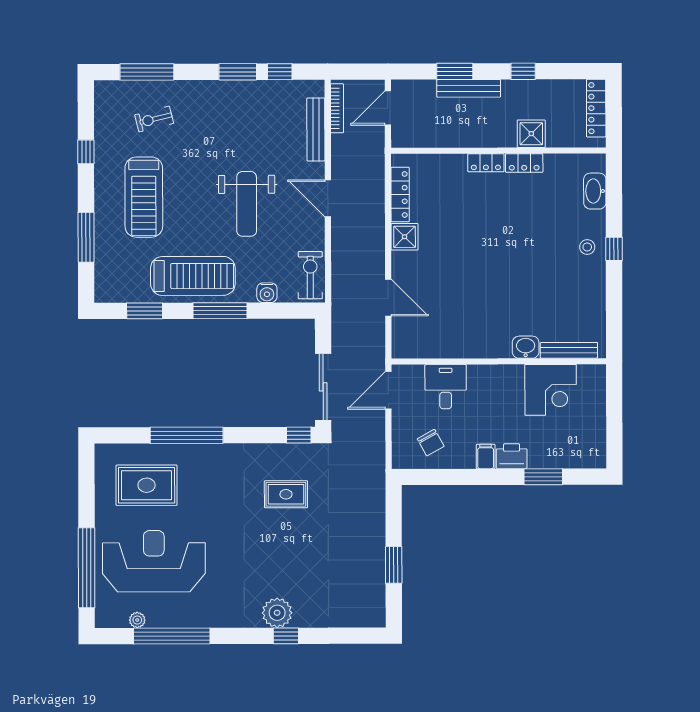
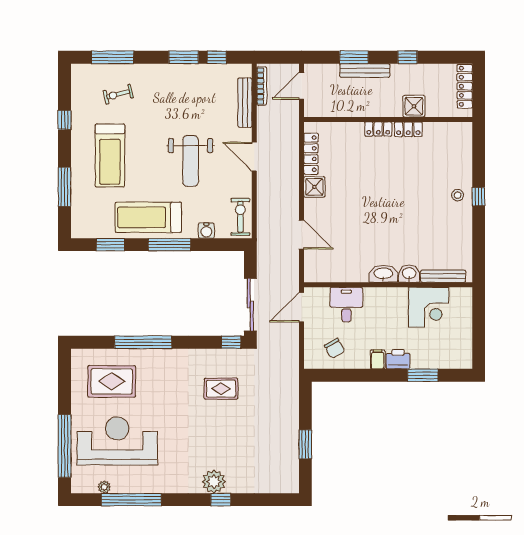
washbasin: (595, 191) -> (383, 274), moved, turned 90
treadmill: (193, 276) -> (148, 217), turned 180

